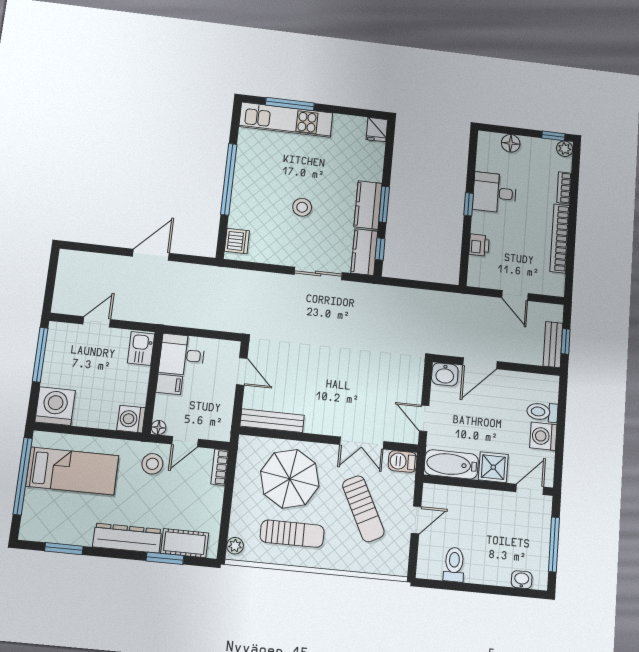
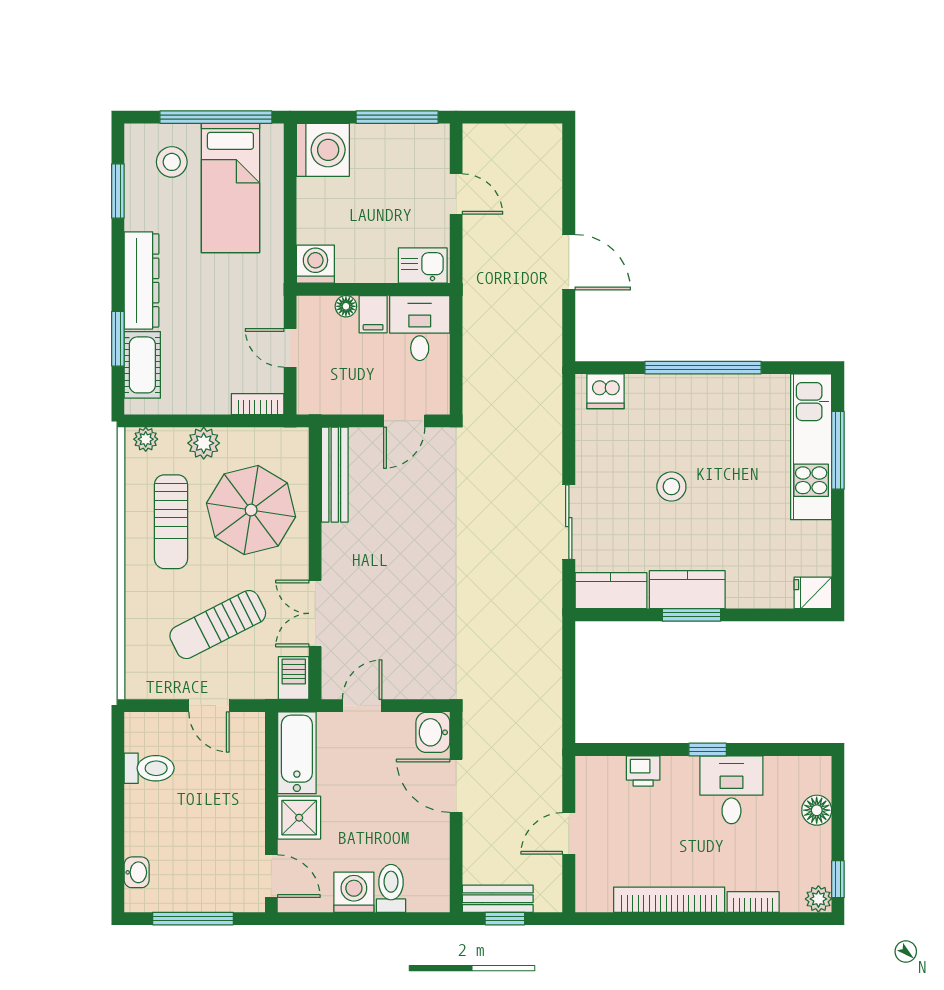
window: (380, 249) -> (619, 615), removed
floor lamp: (159, 427) -> (346, 306), moved
stool: (152, 464) -> (172, 162), moved
plant: (242, 506) -> (204, 443), added

